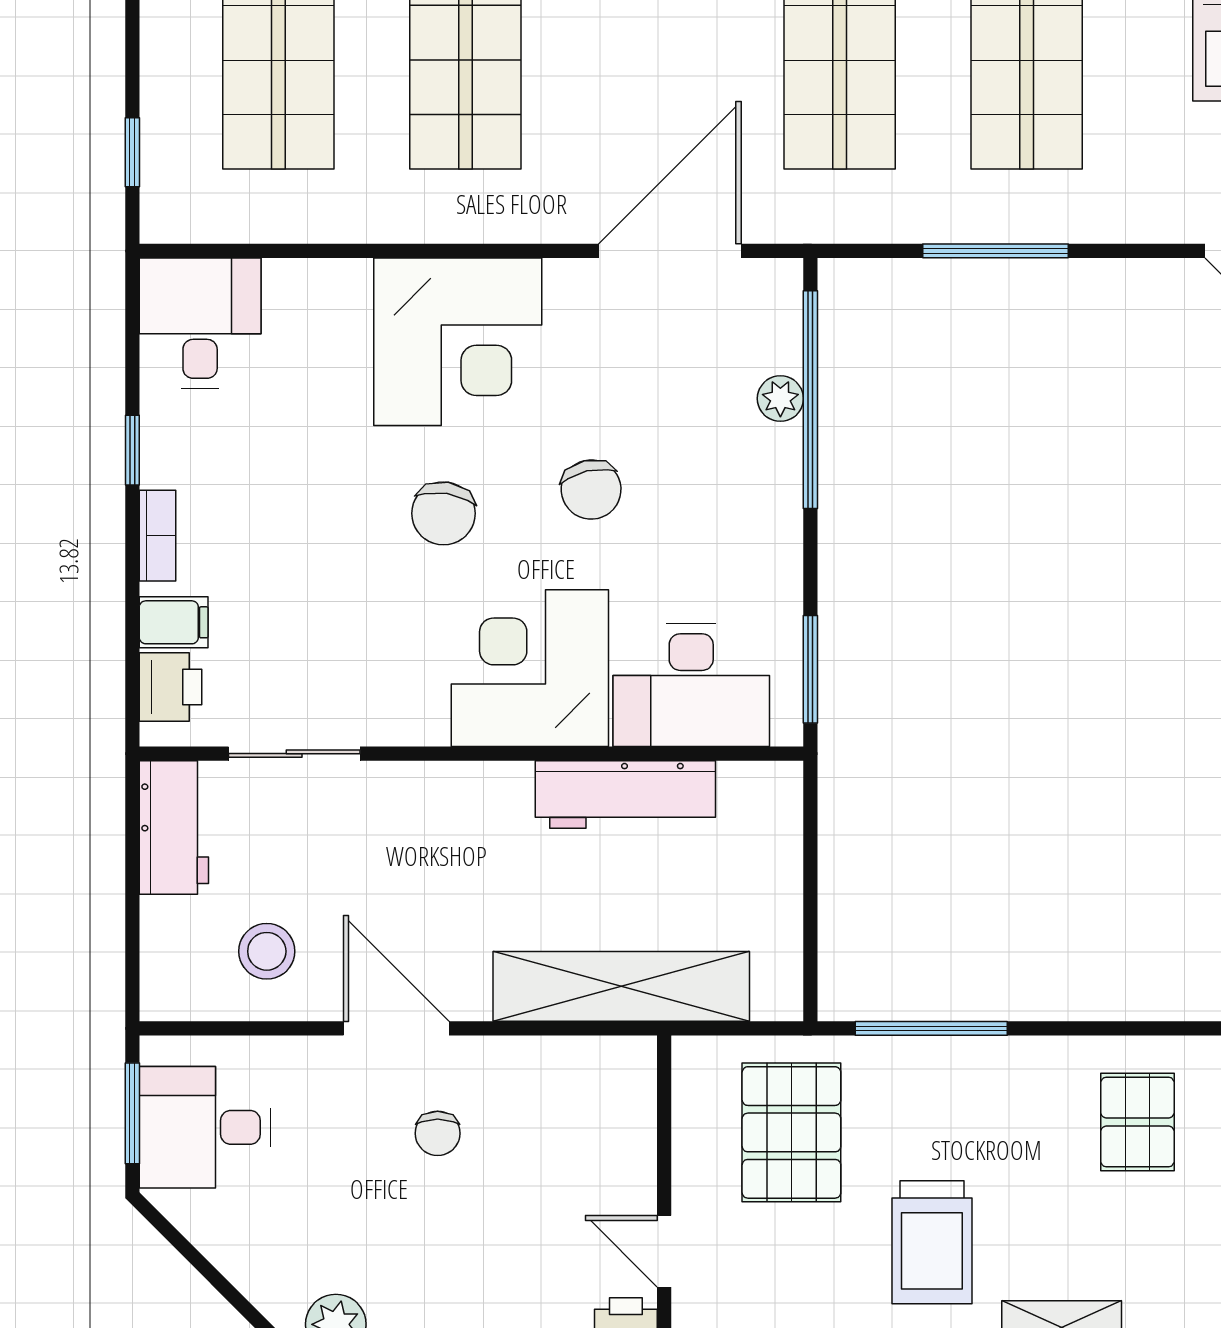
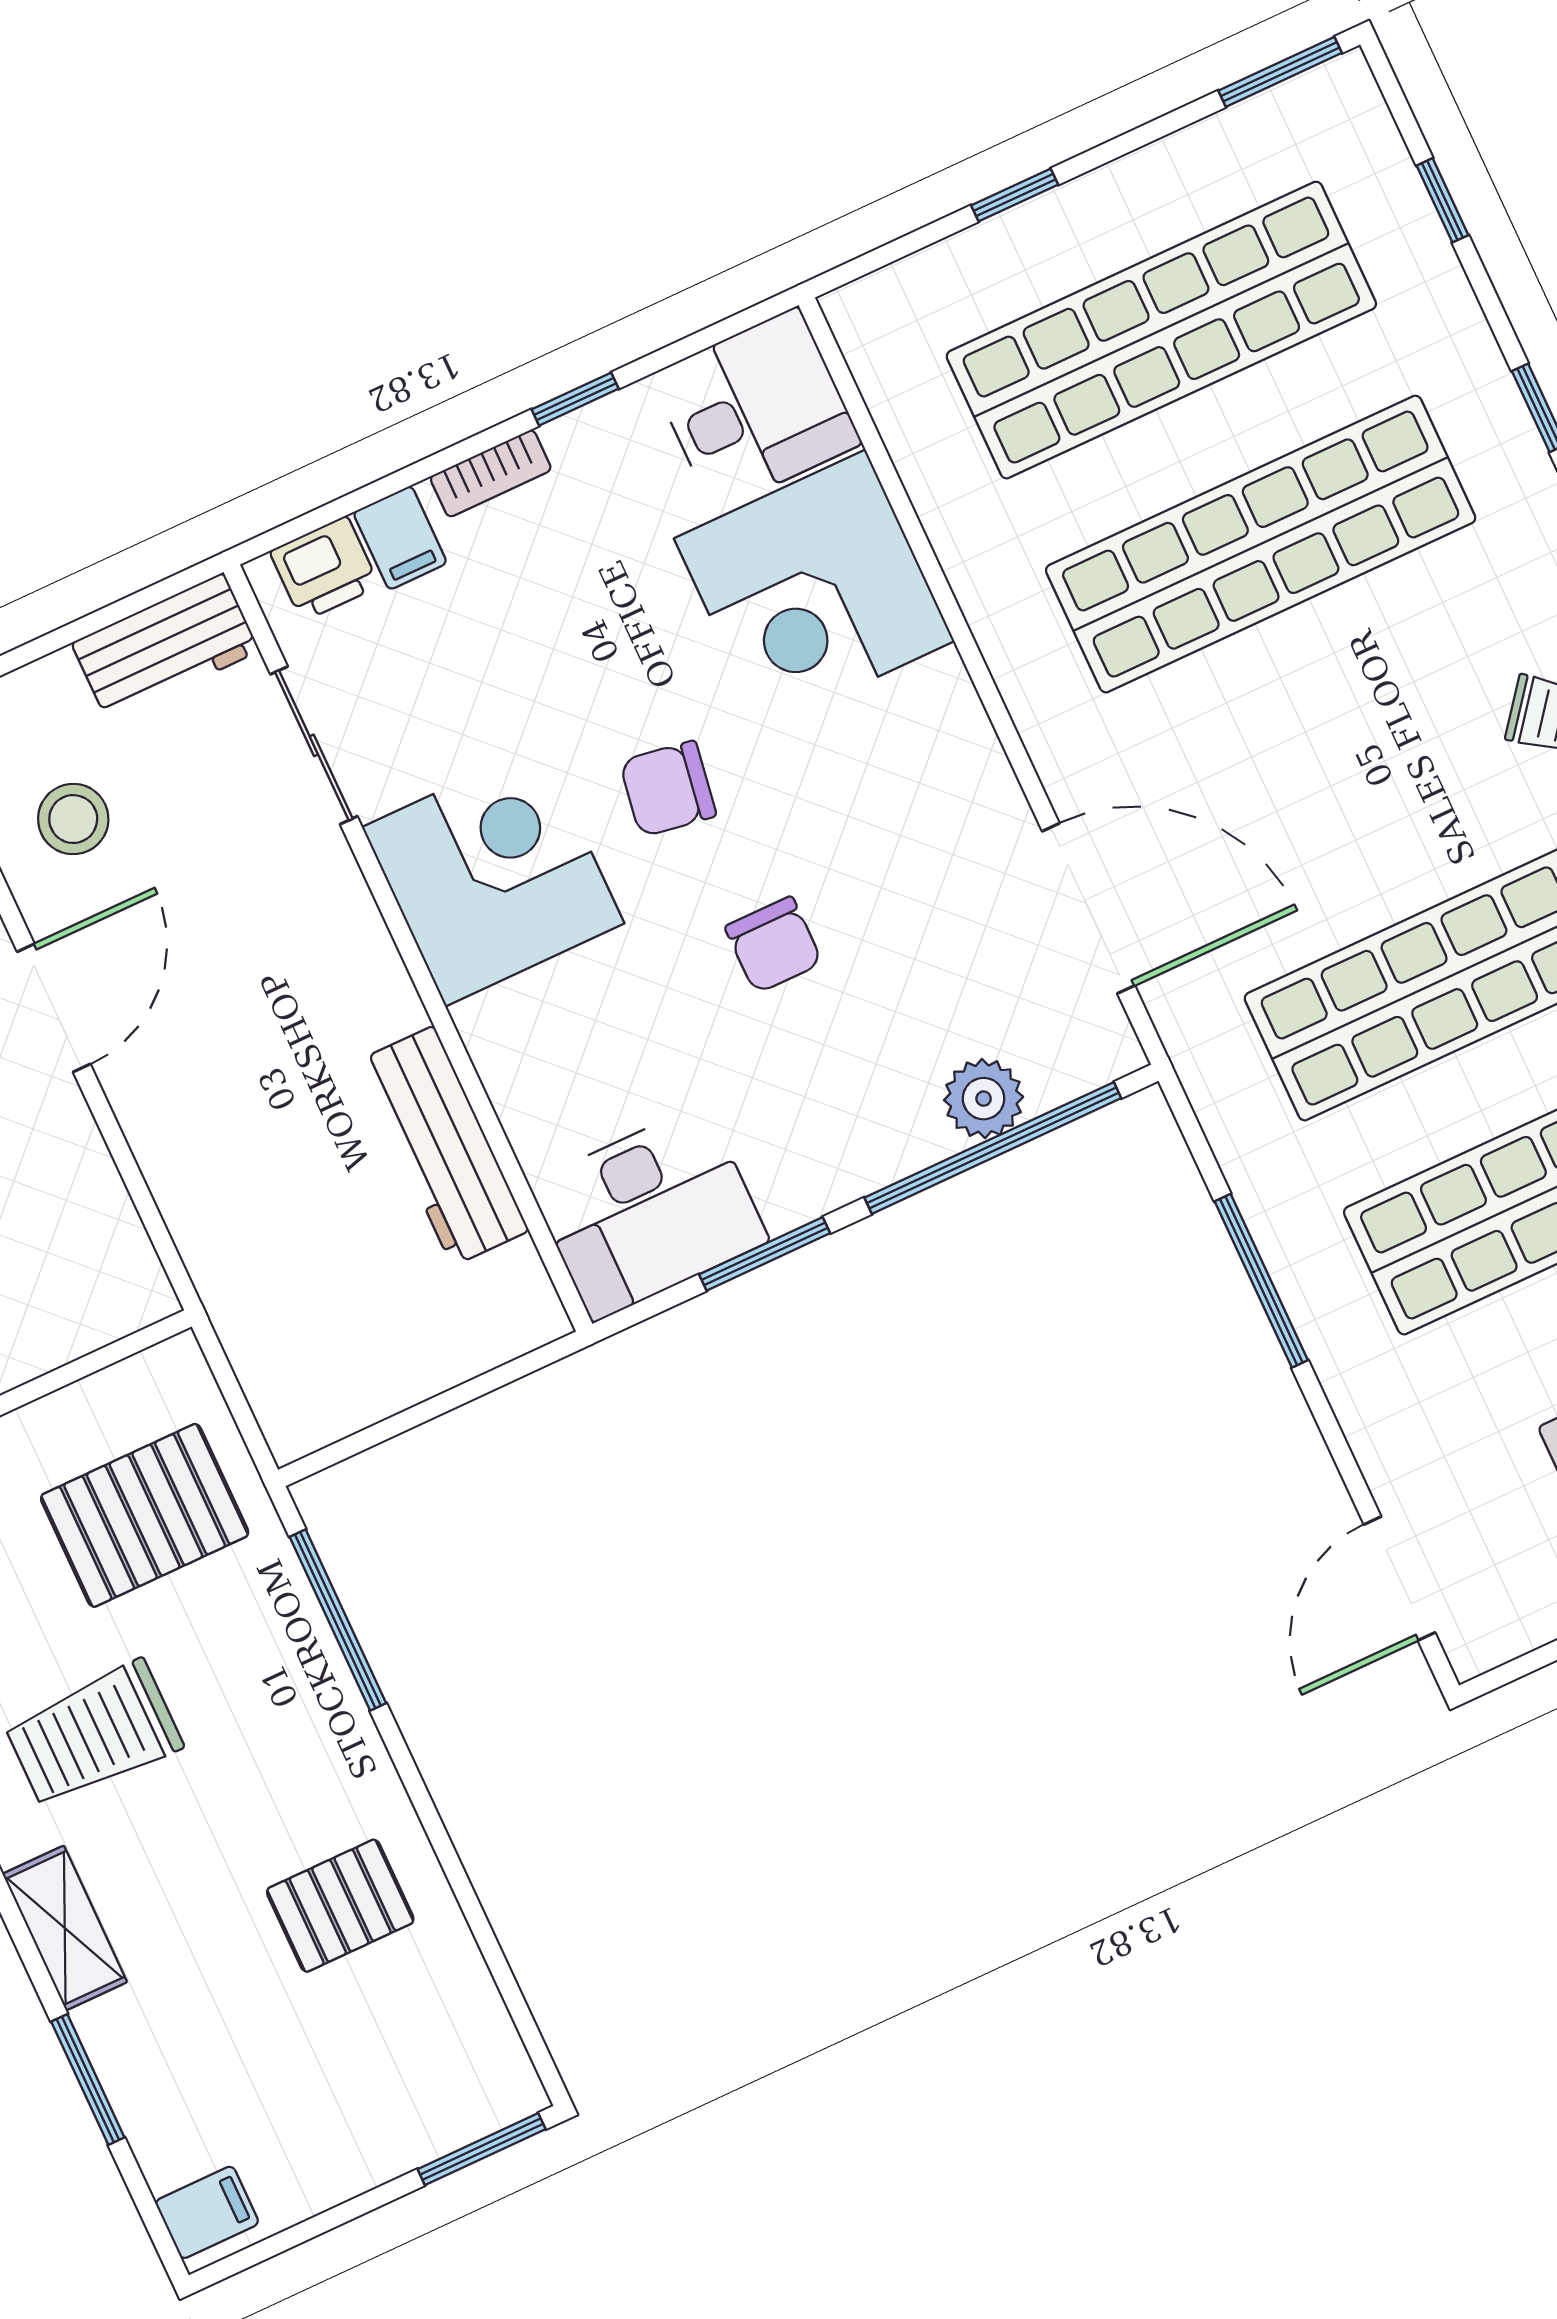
window: (132, 152) -> (1015, 195), moved
corner desk: (458, 342) -> (814, 590), moved
plant: (780, 399) -> (984, 1099), width x1.38, depth x1.38
chair: (591, 490) -> (774, 945), turned -77
corner desk: (530, 668) -> (493, 875), moved
window: (810, 669) -> (765, 1254), moved
desk: (691, 685) -> (649, 1212), moved, turned -90
shelving: (621, 986) -> (221, 1243), removed

